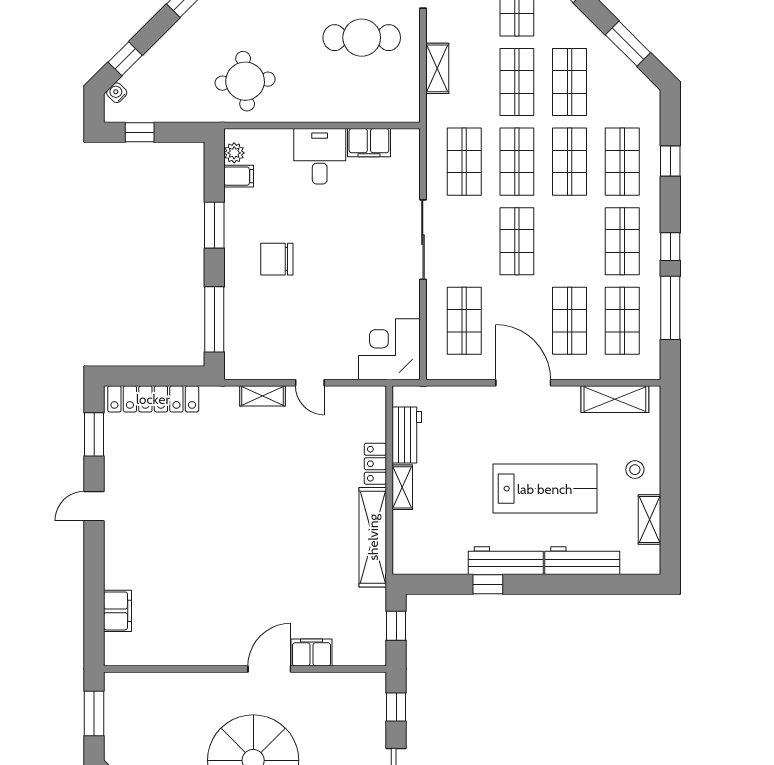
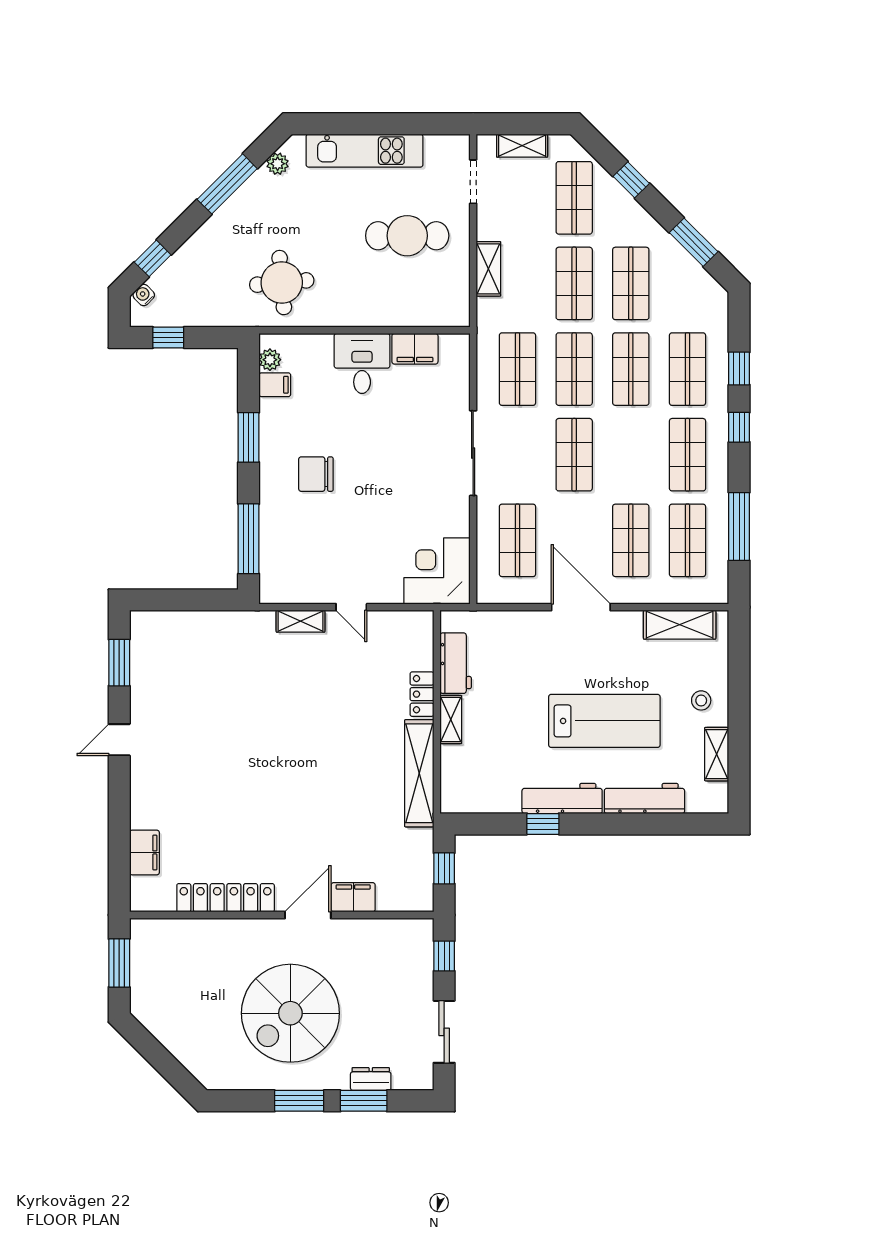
window: (670, 247) -> (739, 427), moved
locker: (153, 399) -> (226, 898), moved, turned 180

